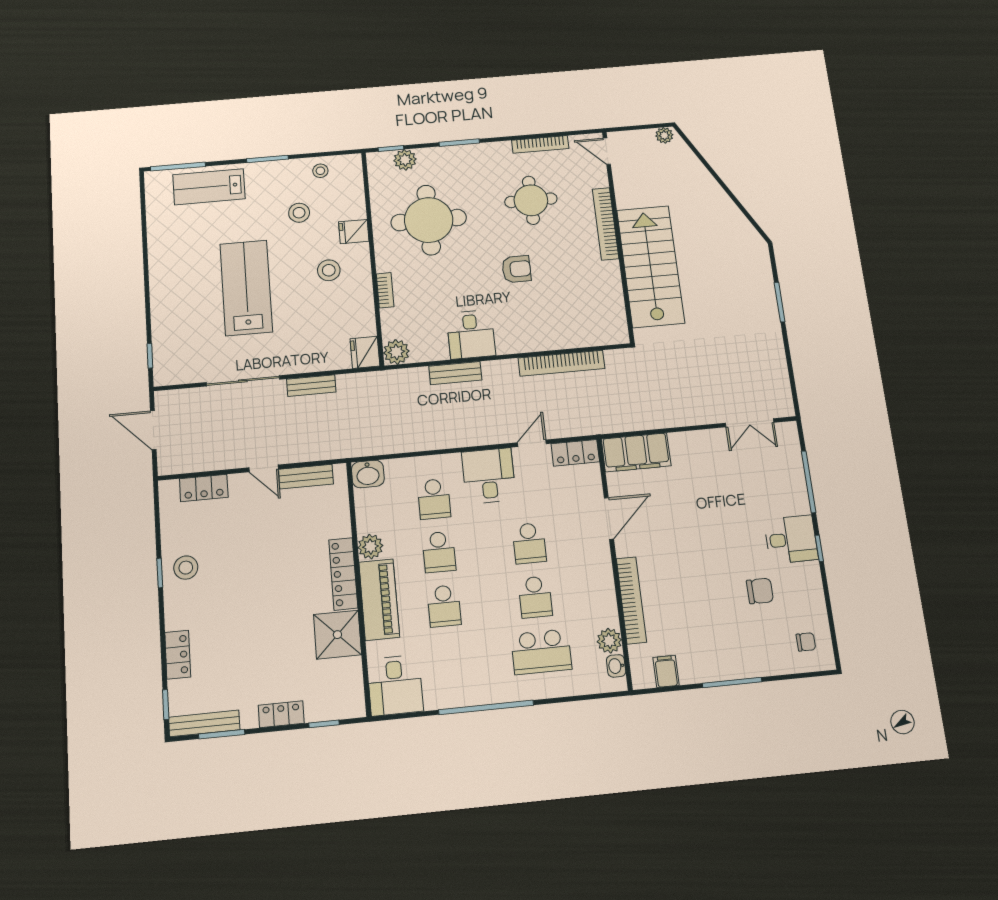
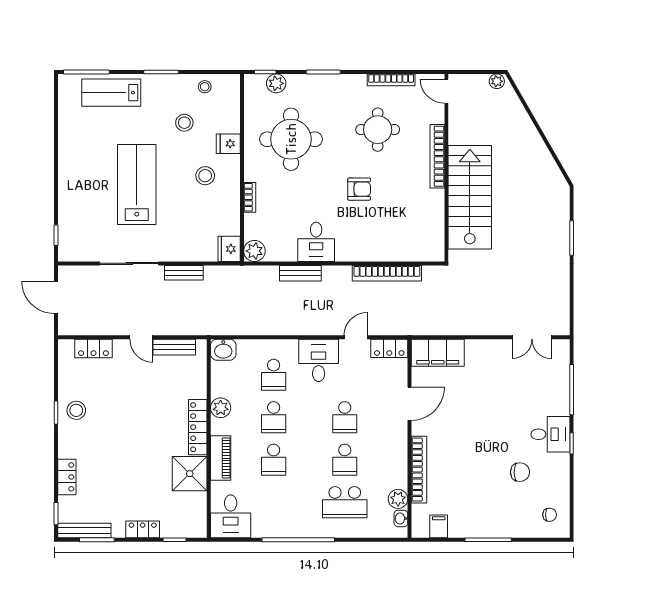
piano: (379, 600) -> (221, 458), width x0.73, depth x0.75

